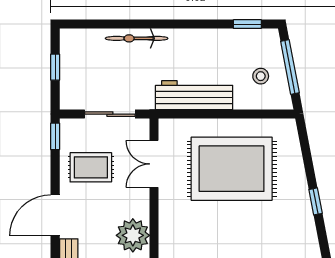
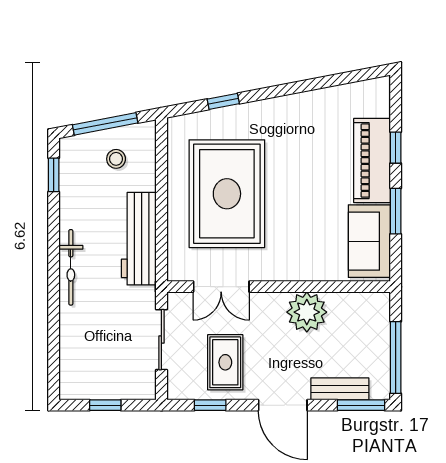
bicycle: (137, 38) -> (71, 267), moved
window: (55, 136) -> (210, 405), moved
window: (316, 201) -> (223, 101), moved

